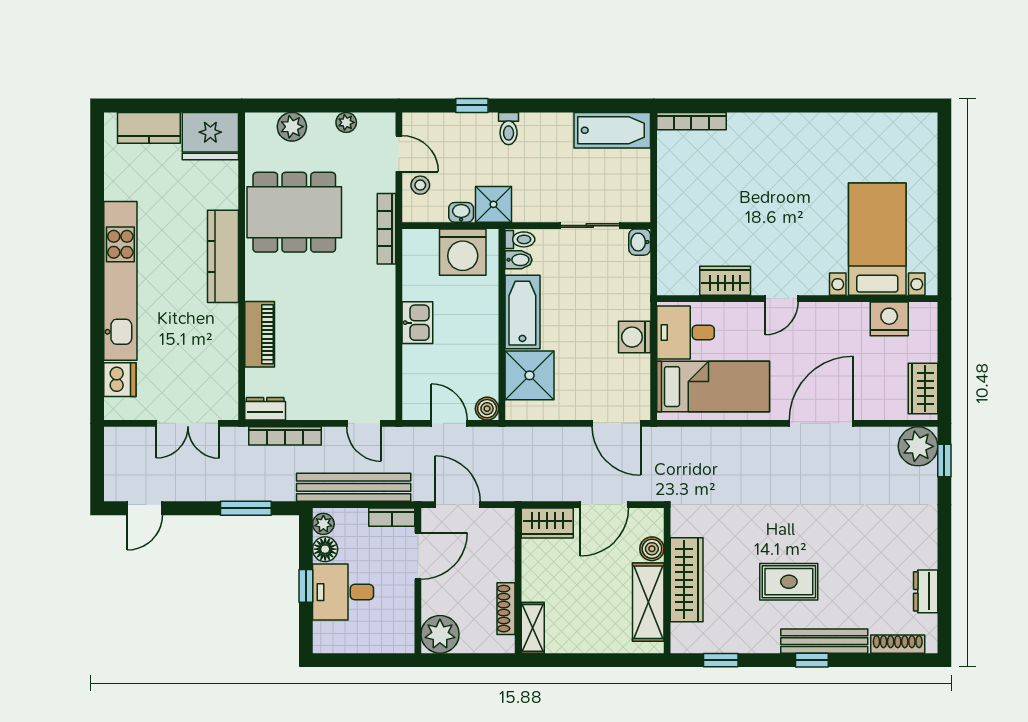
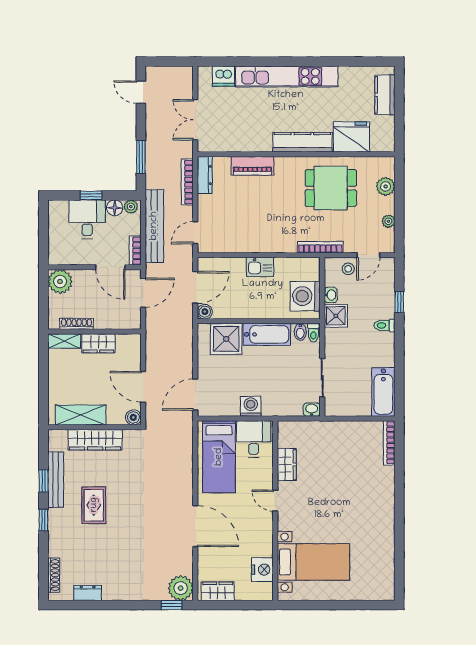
fridge: (210, 136) -> (351, 137), moved, turned 90
dining table: (294, 212) -> (331, 188), width x0.73
dresser: (265, 409) -> (205, 175), width x1.44
door: (449, 423) -> (195, 287), width x1.38
wardrobe: (547, 523) -> (98, 343), moved, turned -90
boiler: (652, 549) -> (133, 417), moved
bench: (824, 641) -> (56, 480), moved
window: (721, 660) -> (44, 481), moved

